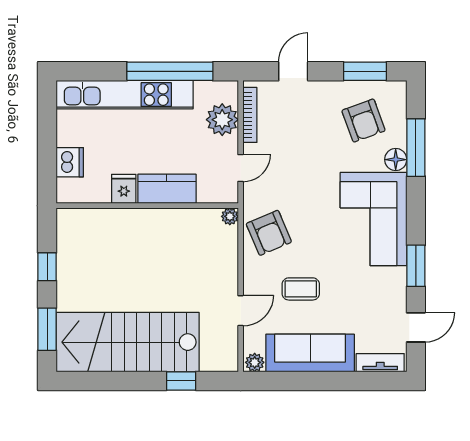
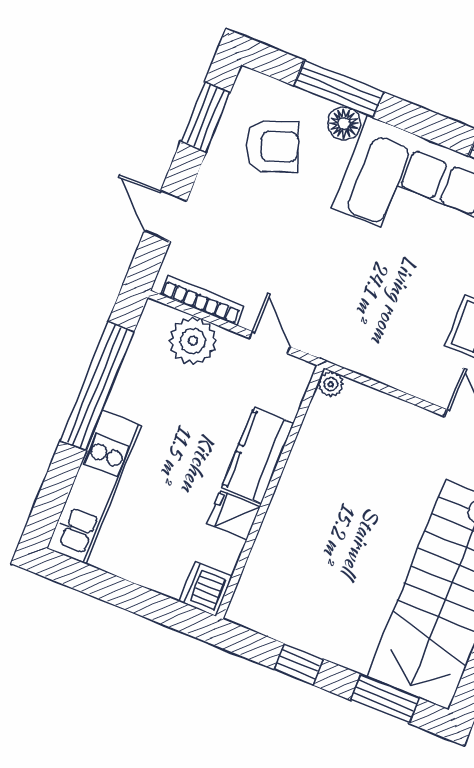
kitchen unit: (125, 95) -> (94, 487), width x0.73
dishwasher: (70, 162) -> (206, 589), moved, turned -90
armchair: (269, 233) -> (375, 339), removed

